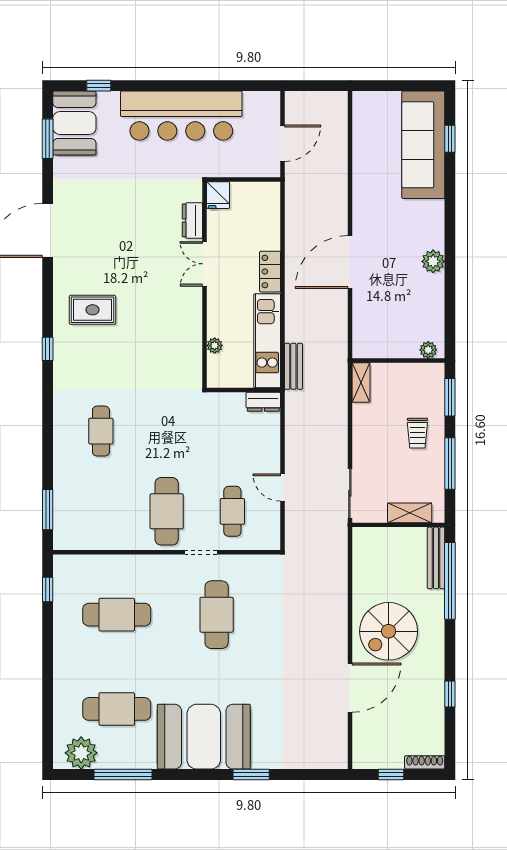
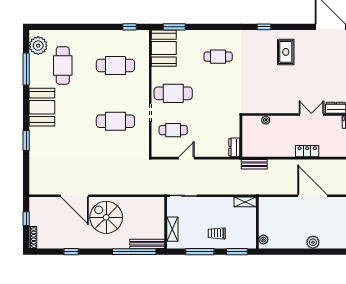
kitchen unit: (267, 341) -> (268, 149), removed
booth: (86, 528) -> (164, 48), added
cafe table: (117, 615) -> (115, 65), turned 90
booth: (204, 737) -> (42, 107), width x0.73, depth x0.70

